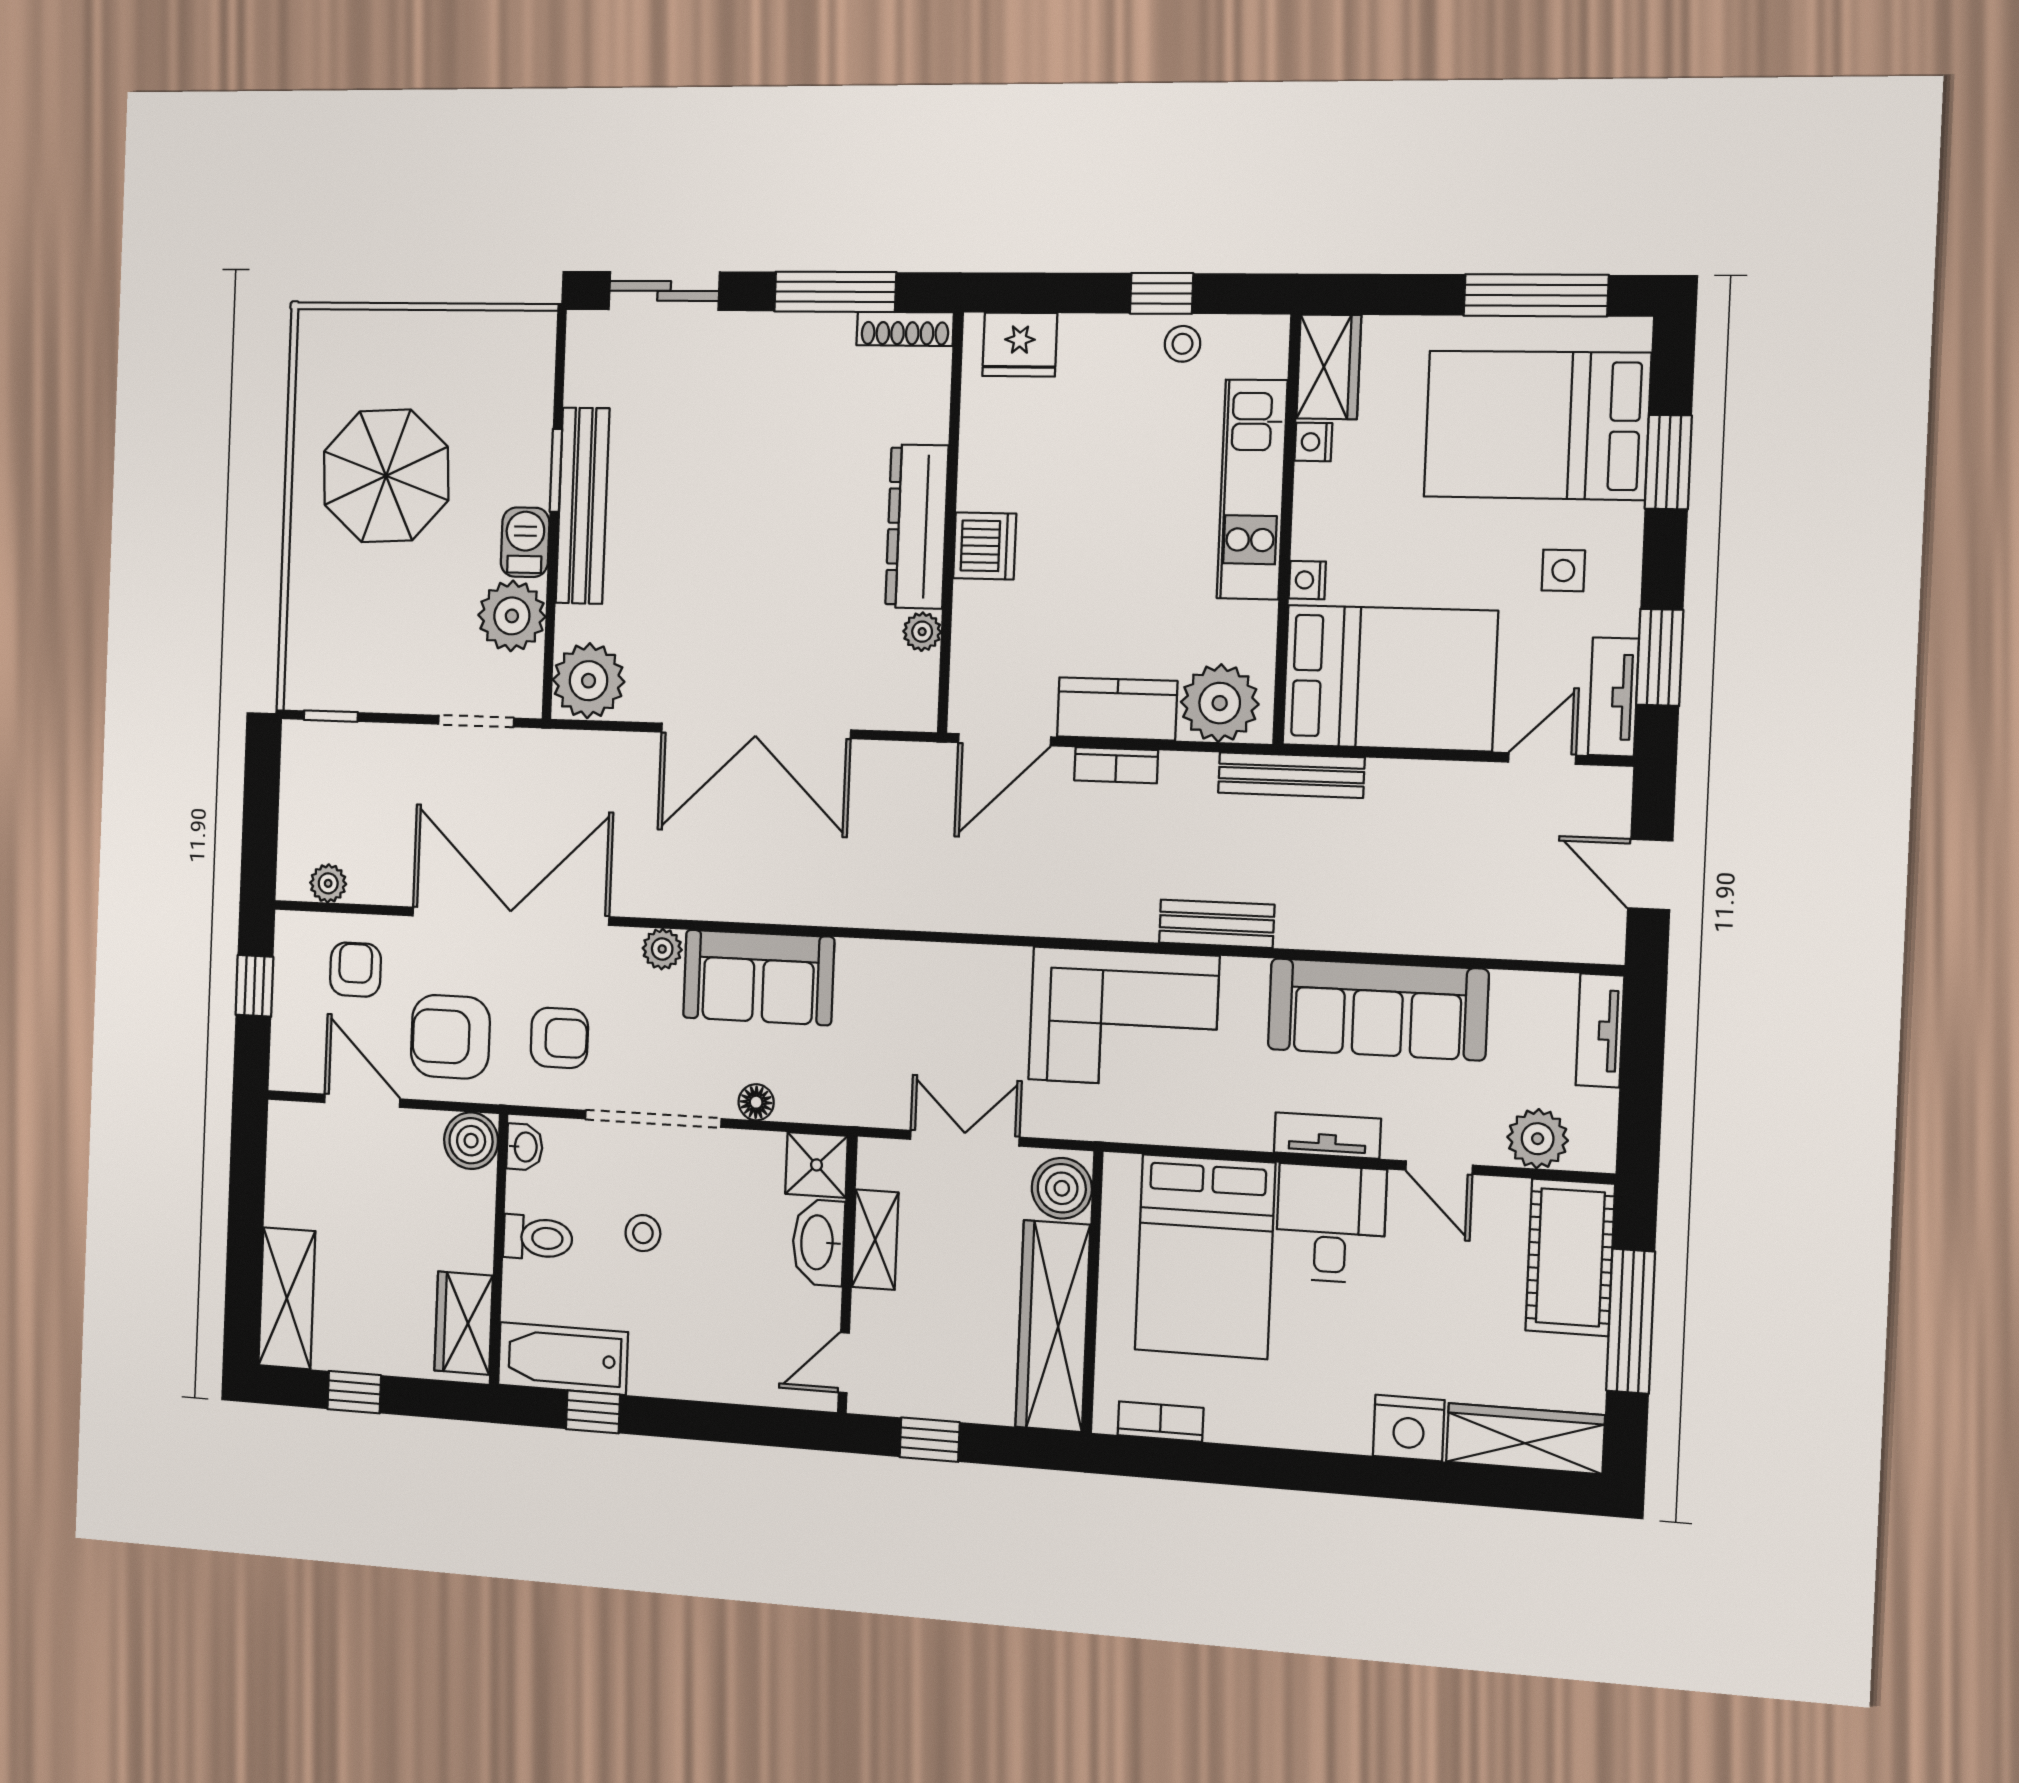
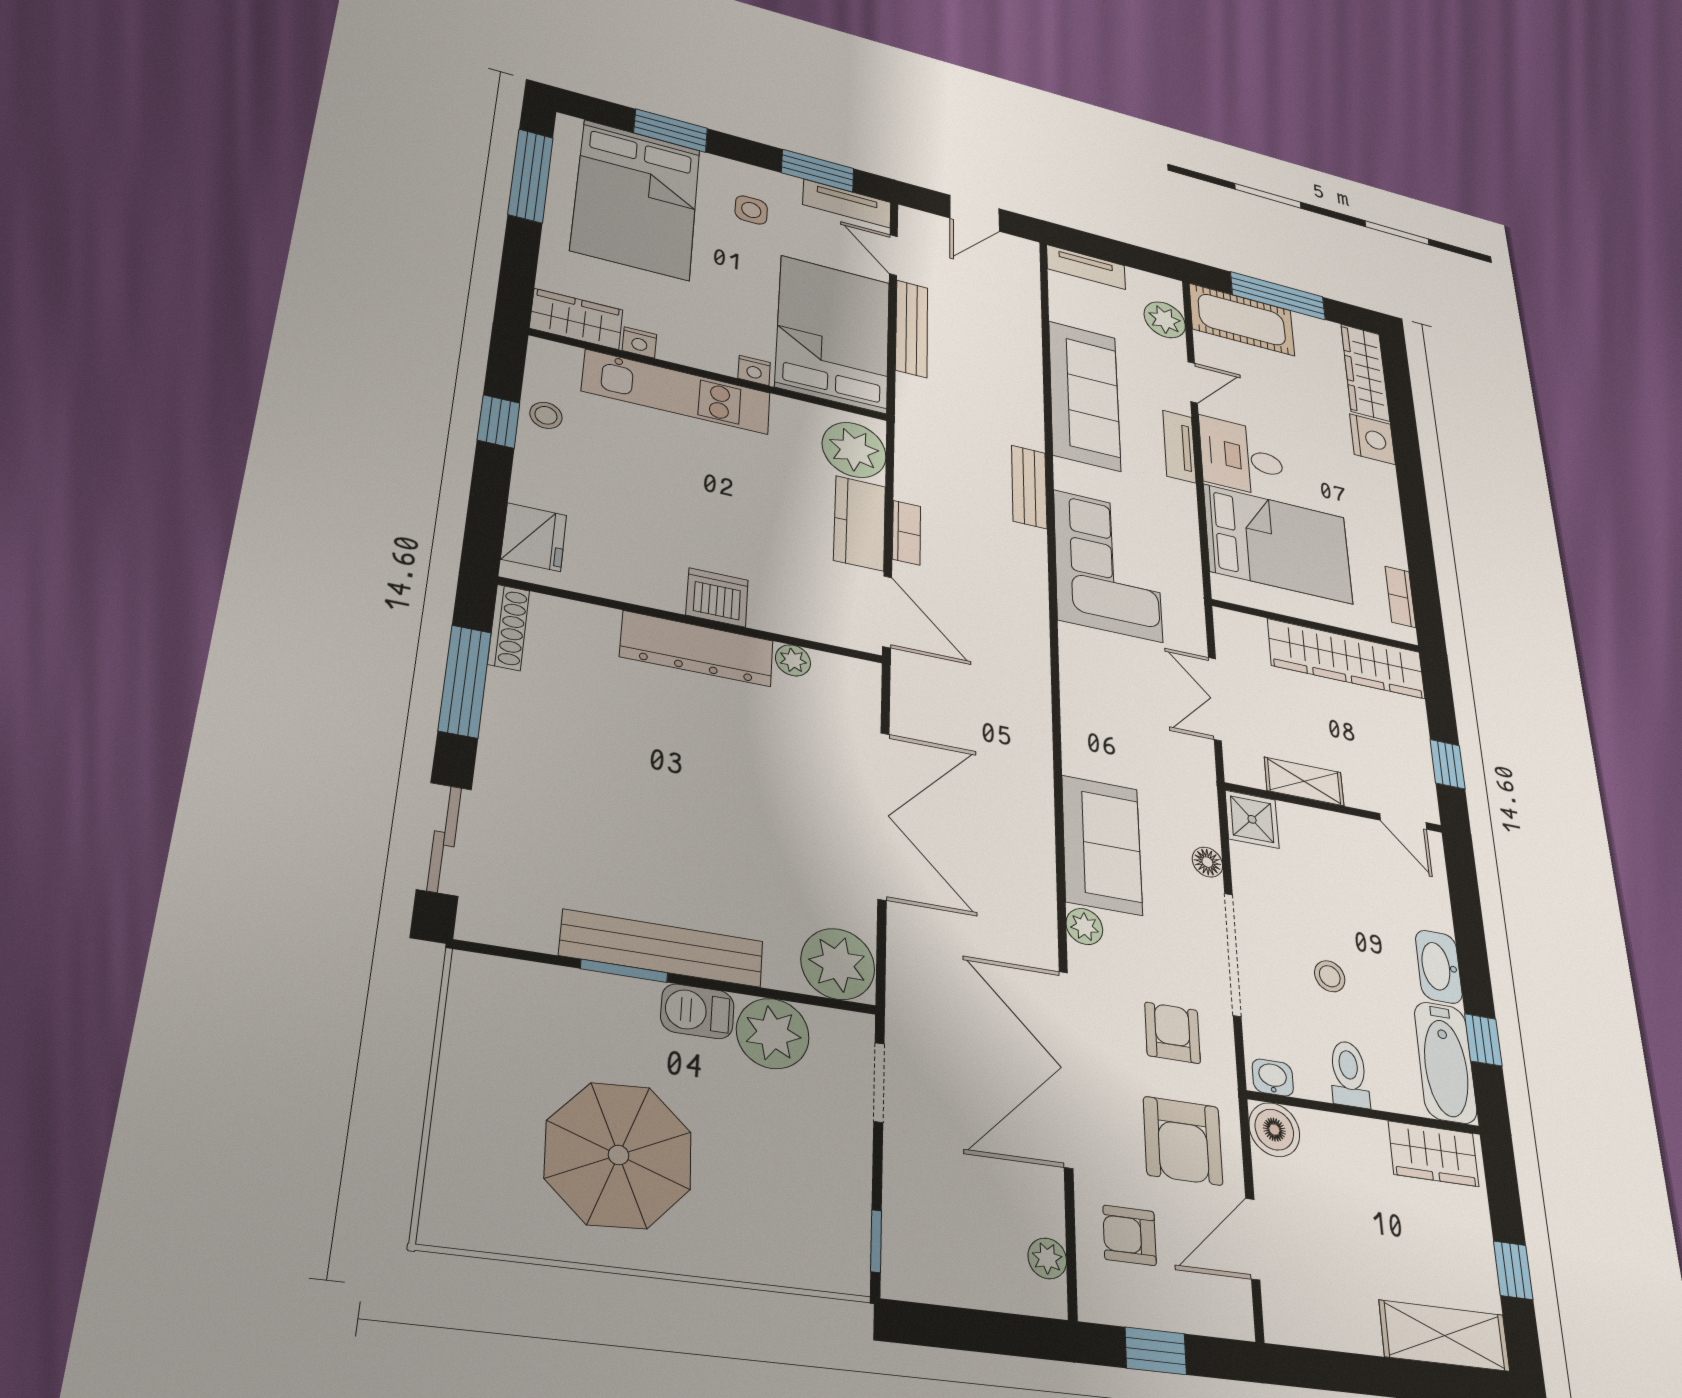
bench: (1291, 775) -> (912, 329), moved
boiler: (1062, 1188) -> (1243, 634), removed
washbasin: (818, 1242) -> (1439, 967), moved, turned 90

